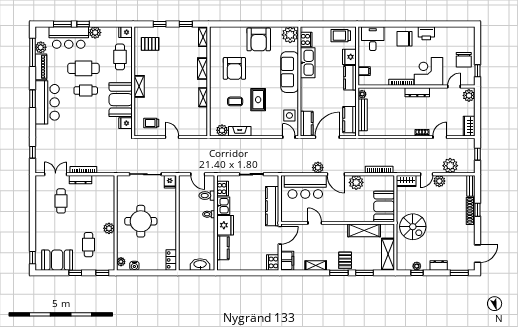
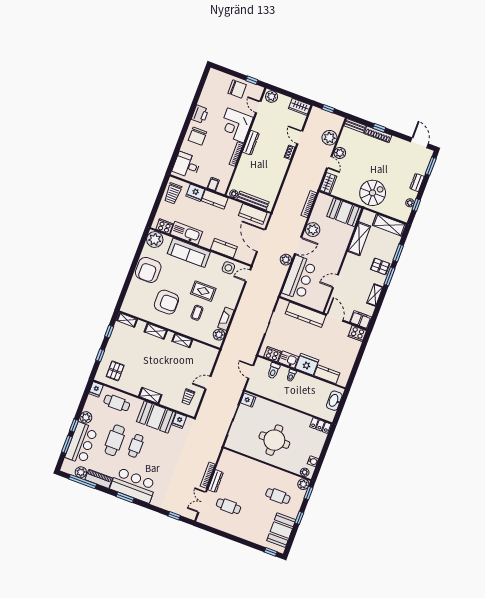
armchair: (259, 39) -> (148, 270), turned 90
kitchen counter: (307, 124) -> (224, 248), moved
door: (198, 174) -> (251, 372), swing flipped
plant: (109, 228) -> (303, 484), moved

